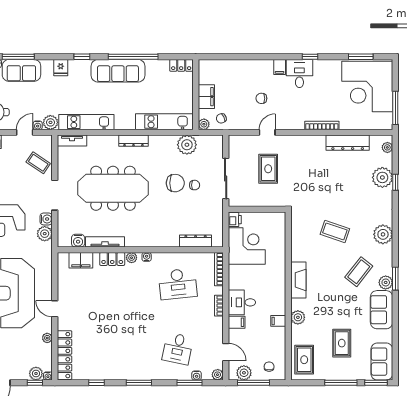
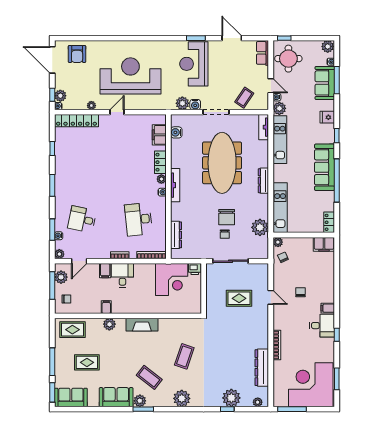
filing cabinet: (206, 97) -> (324, 244), moved
tv unit: (105, 242) -> (175, 185), moved

